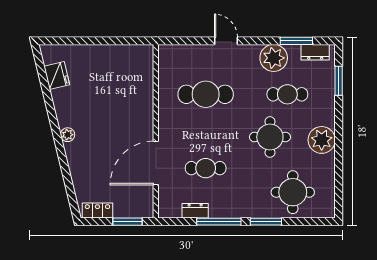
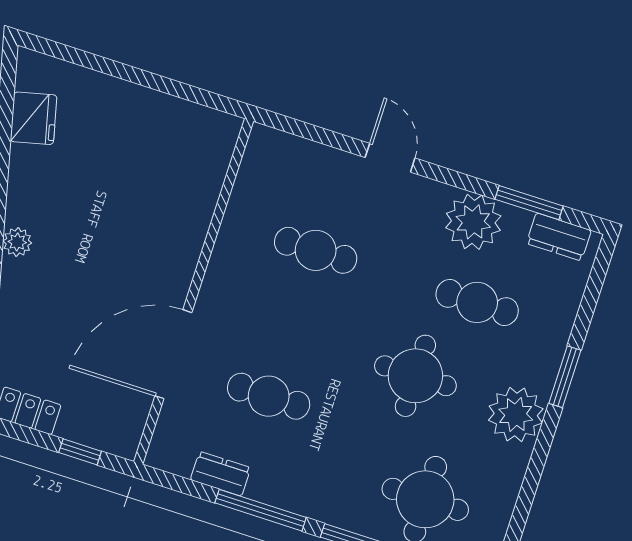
window: (339, 81) -> (565, 377), moved
cafe table: (206, 94) -> (316, 250), width x0.73, depth x0.74
window: (127, 222) -> (80, 452), width x0.67

